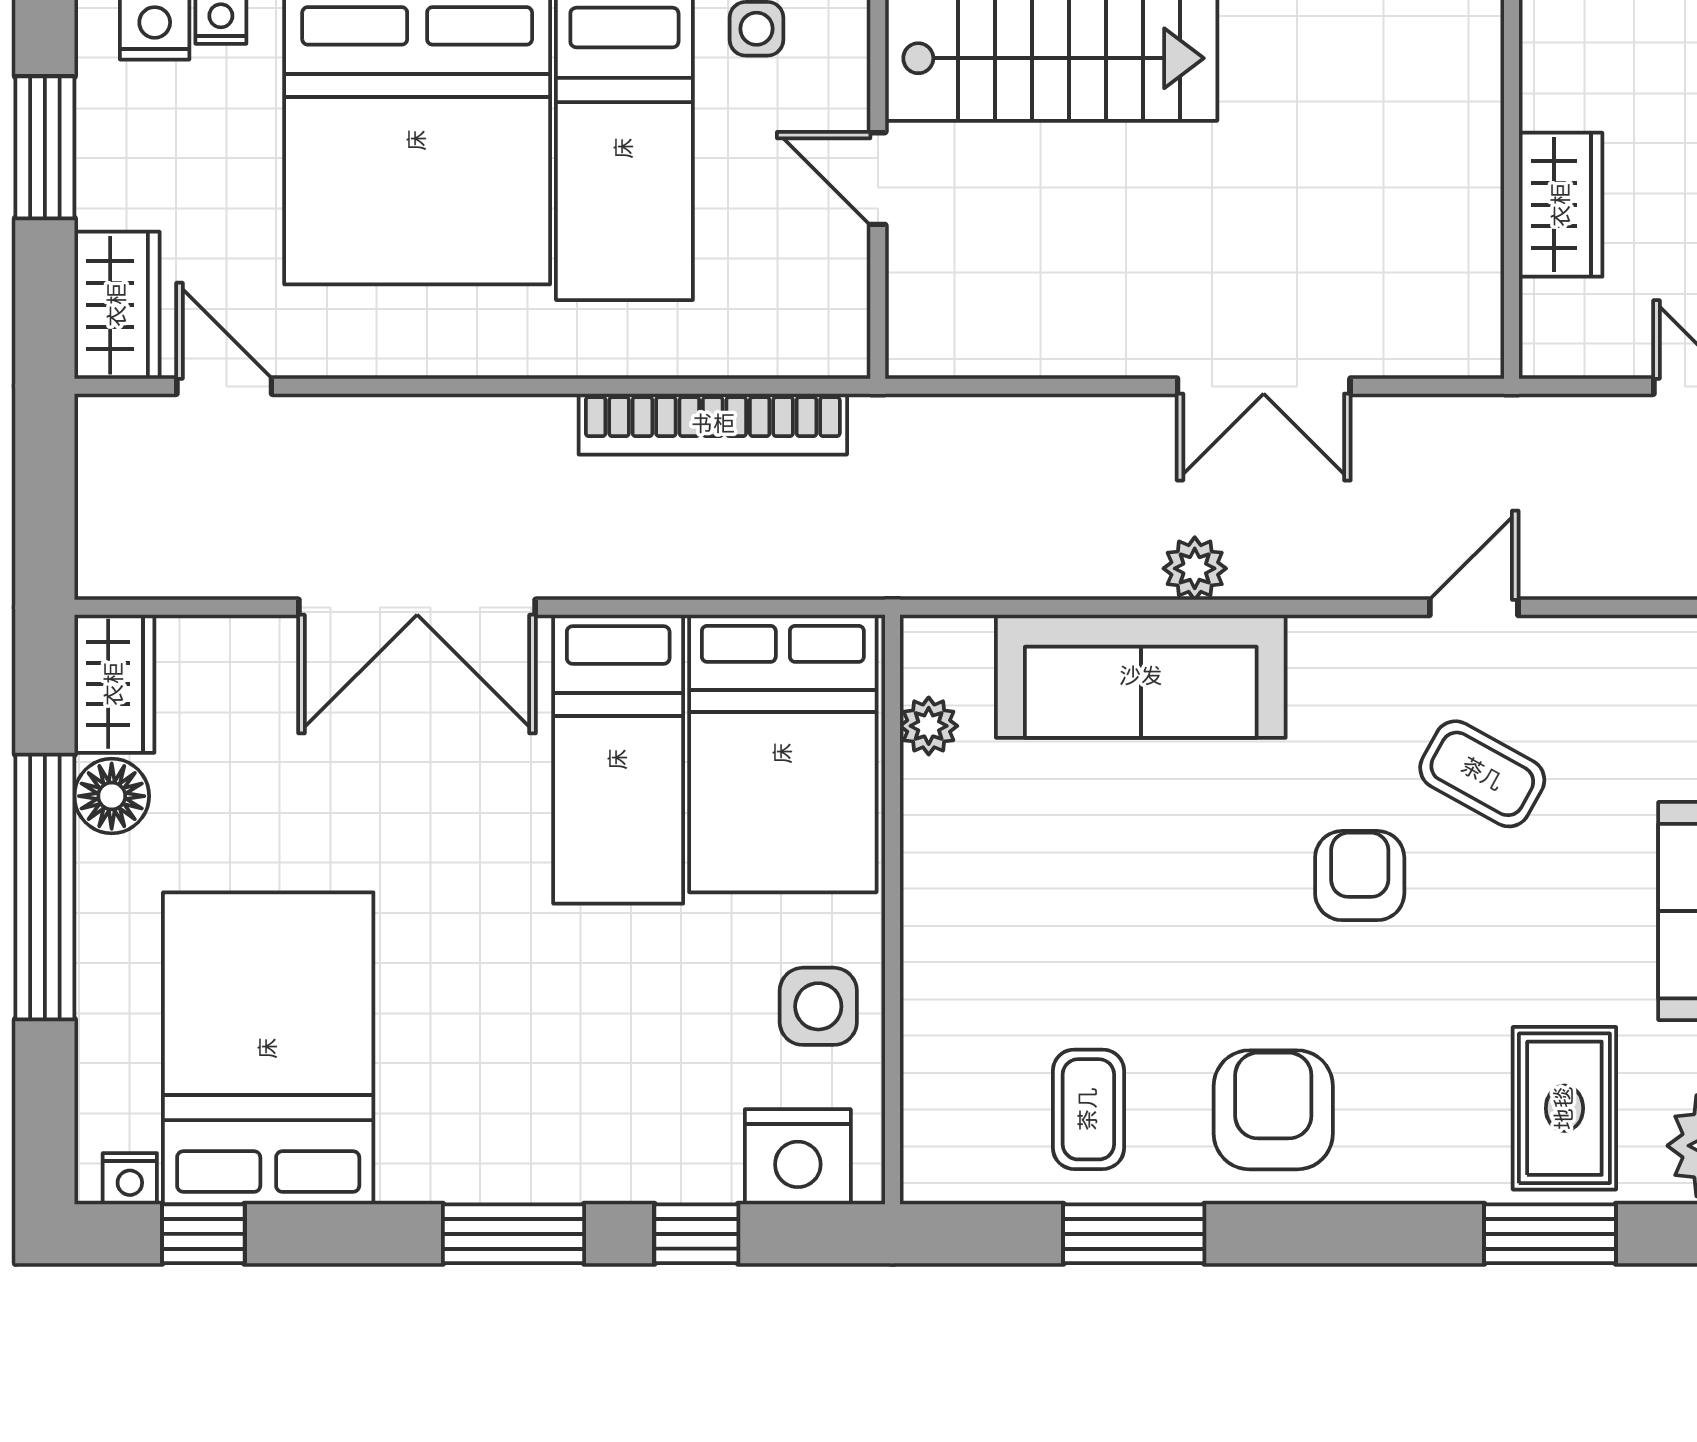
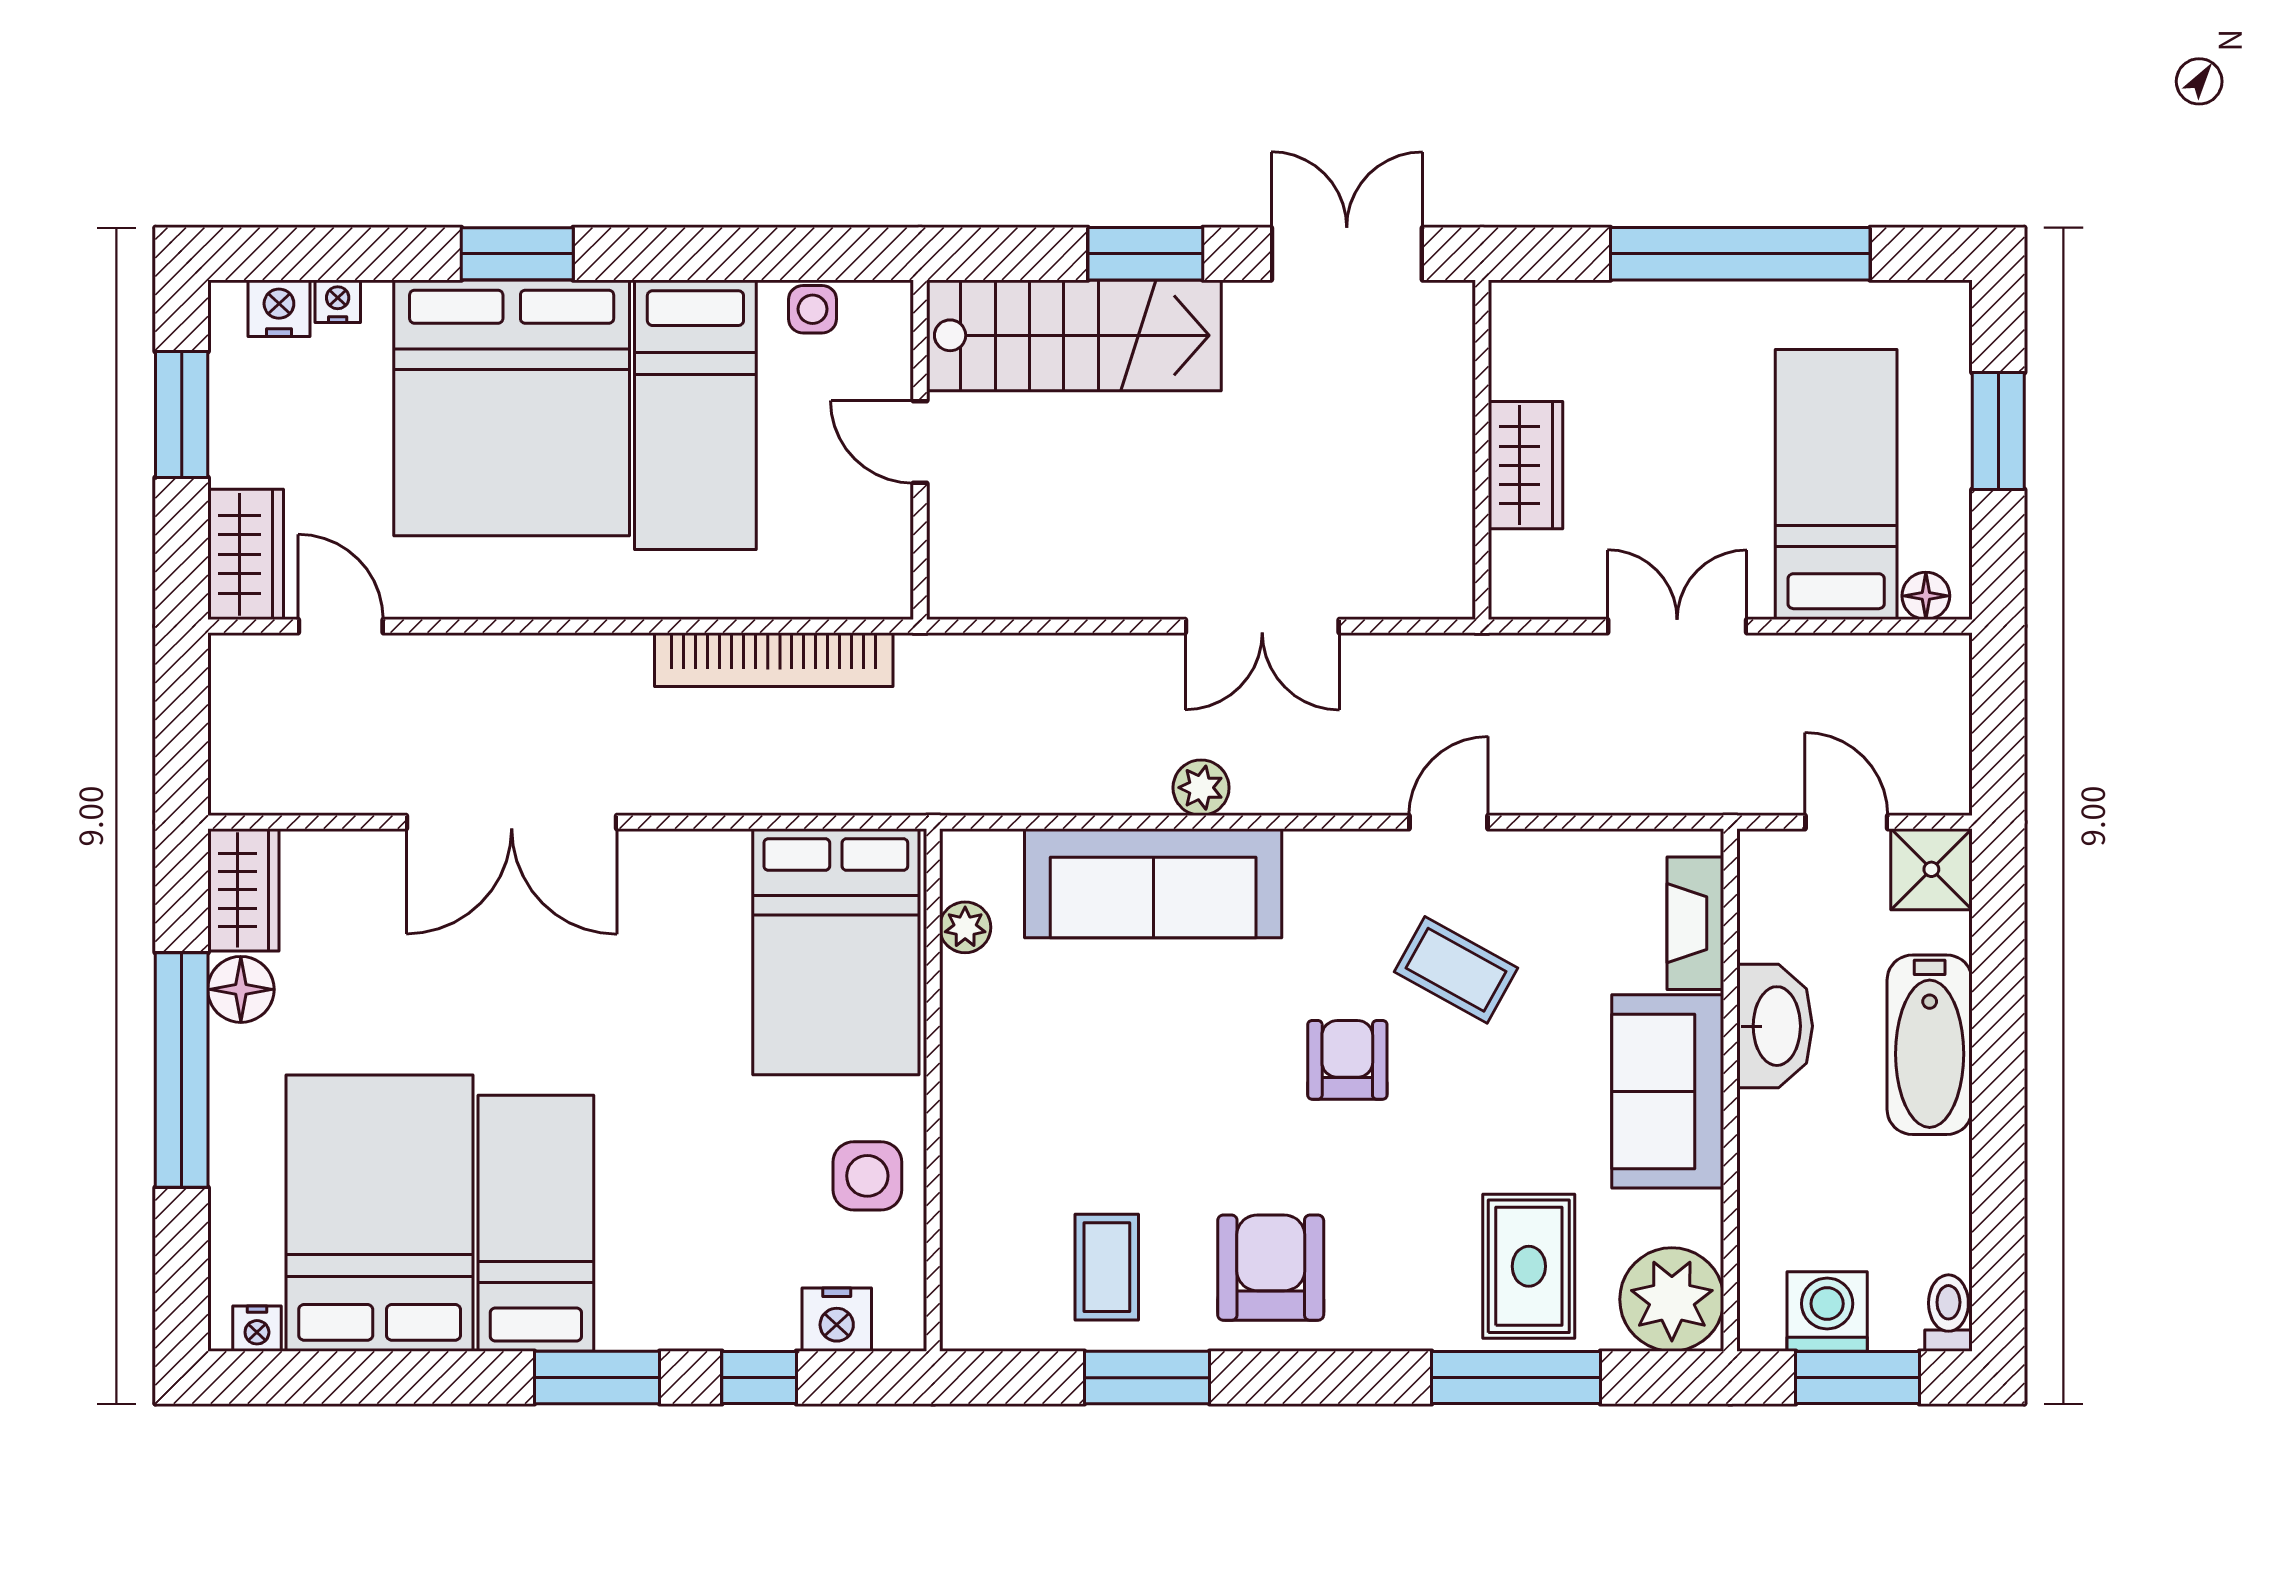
bed: (618, 759) -> (536, 1223), moved, turned 180
nightstand: (798, 1157) -> (837, 1320), width x0.74, depth x0.75
window: (203, 1234) -> (322, 1378), removed
window: (1550, 1234) -> (1516, 1378), width x1.44

